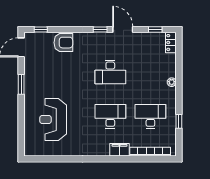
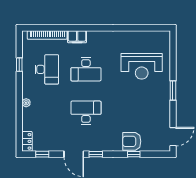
window: (41, 29) -> (134, 154), moved
window: (21, 84) -> (173, 91), moved
desk: (150, 116) -> (47, 69), turned -90
reception desk: (53, 120) -> (142, 66), turned 90

